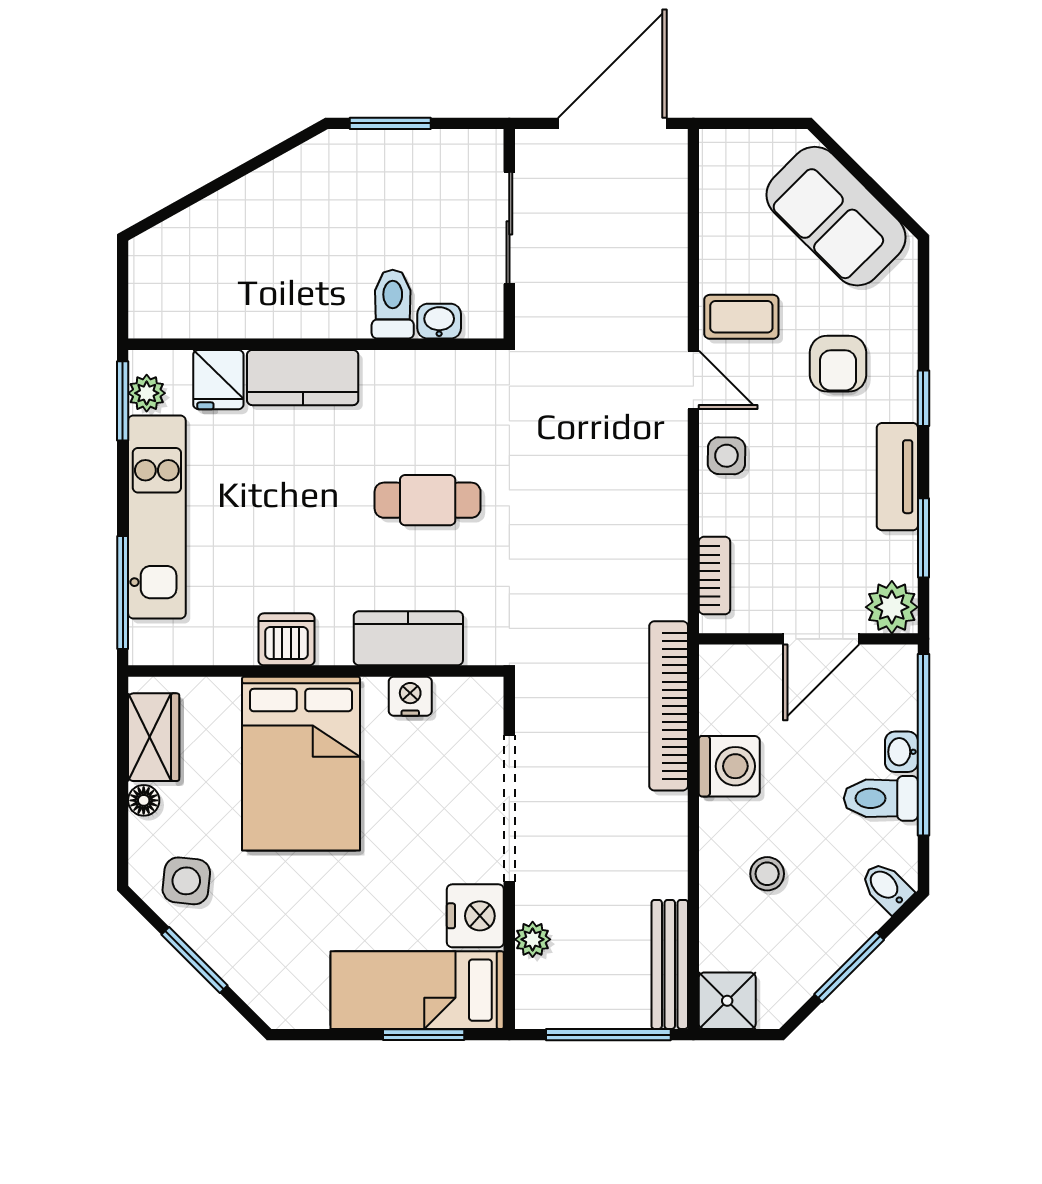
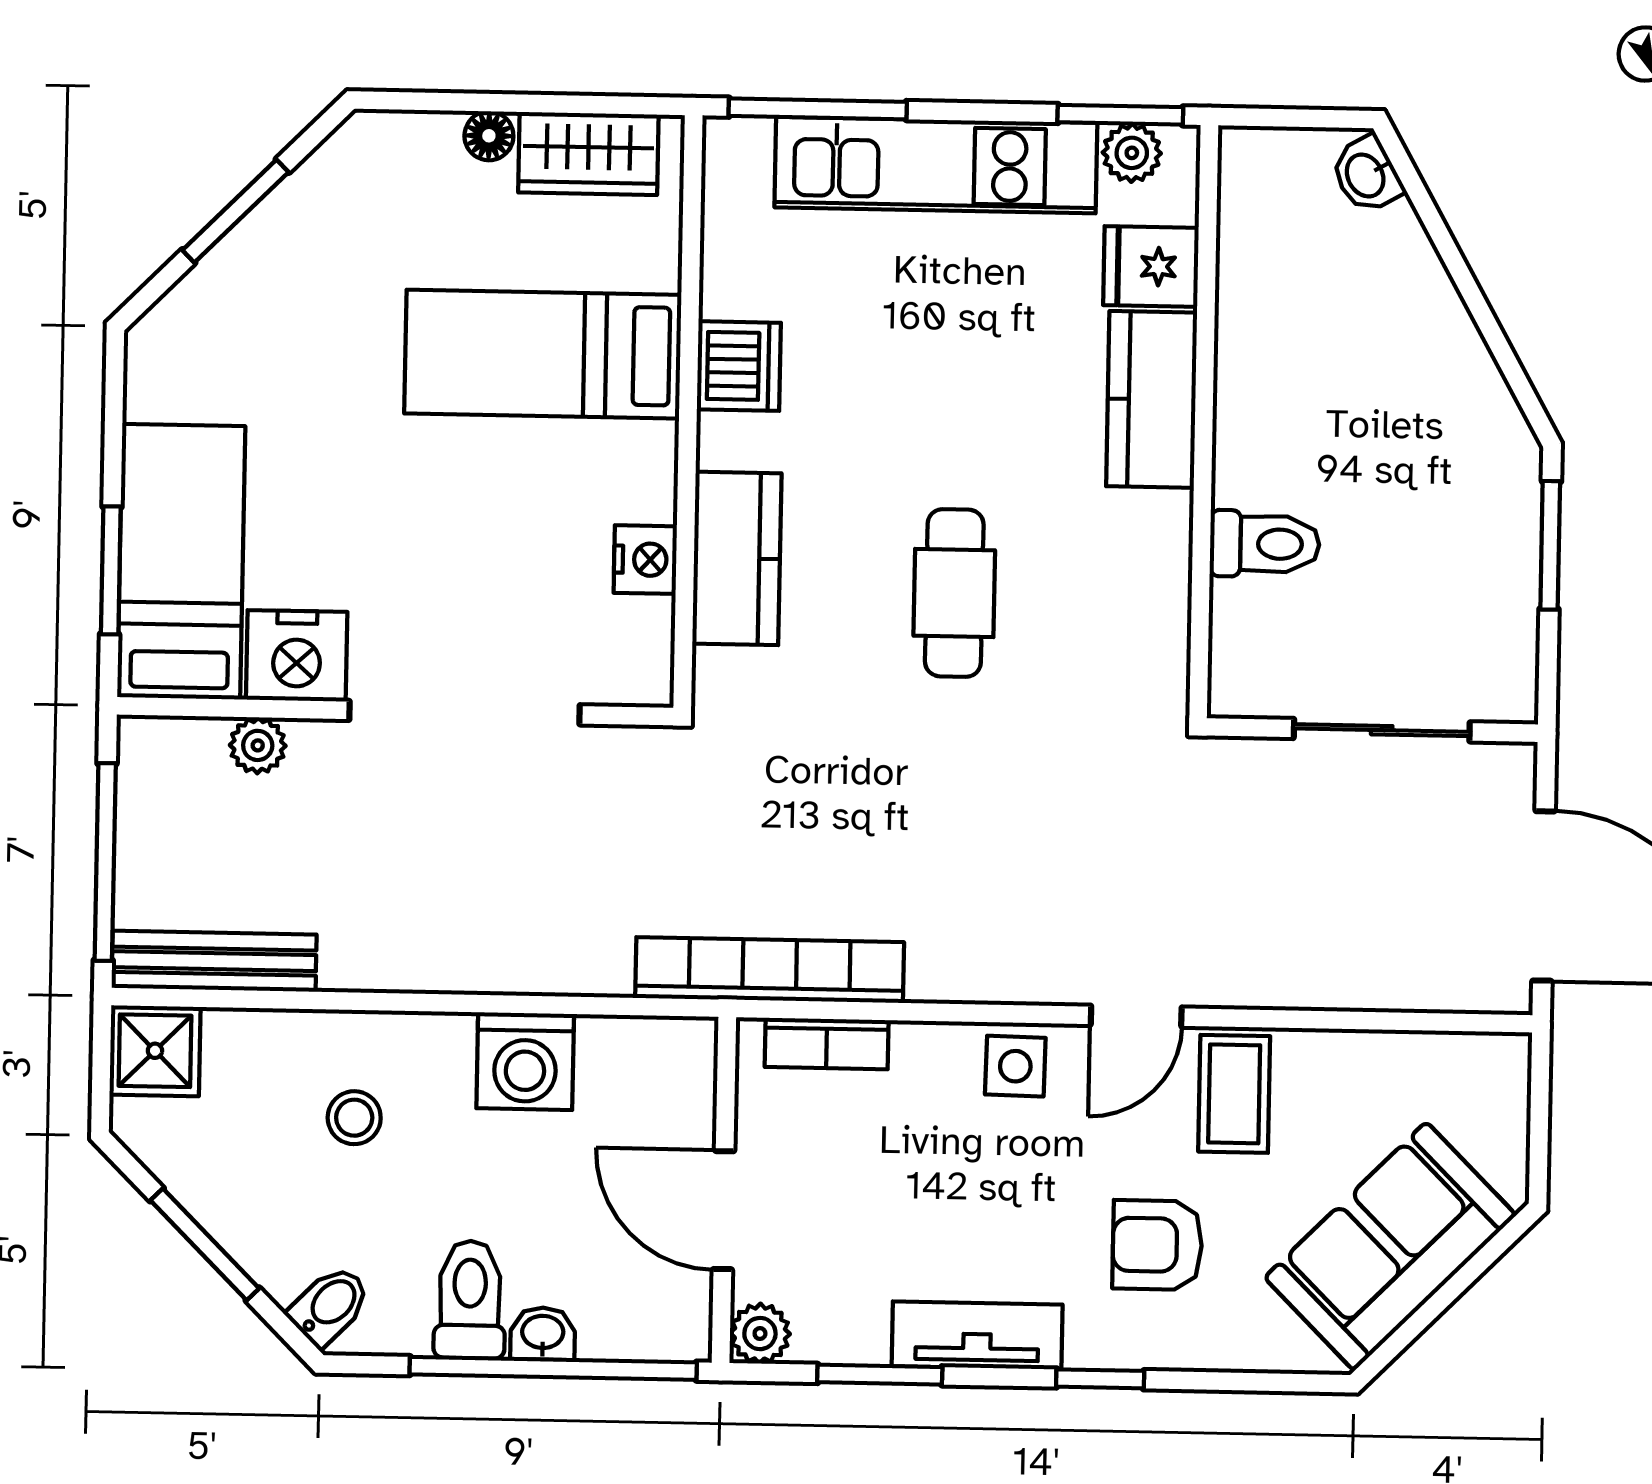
washbasin: (439, 321) -> (1367, 175), moved, turned 151
plant: (892, 607) -> (760, 1334), width x0.73, depth x0.73
bookcase: (669, 706) -> (770, 970), moved
bed: (301, 764) -> (543, 354), width x0.67
side table: (186, 881) -> (361, 201), removed

